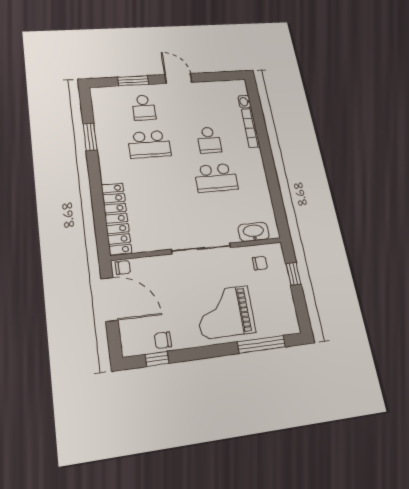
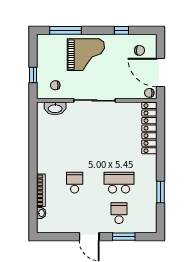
school desk: (216, 178) -> (75, 152), removed
chair: (163, 340) -> (140, 50), moved
window: (157, 359) -> (121, 30), moved

